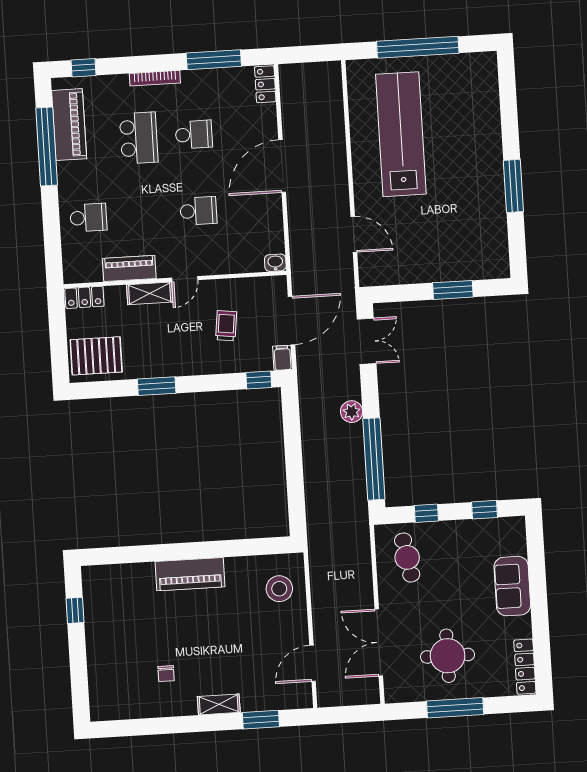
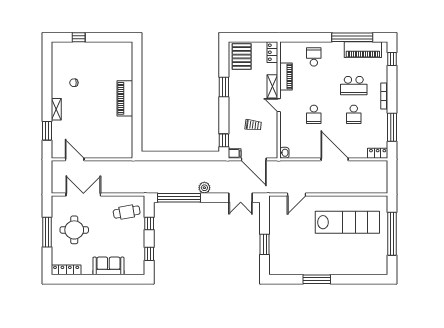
school desk: (88, 218) -> (314, 57), turned 180
stool: (279, 589) -> (114, 144), removed
window: (75, 610) -> (79, 37), moved

